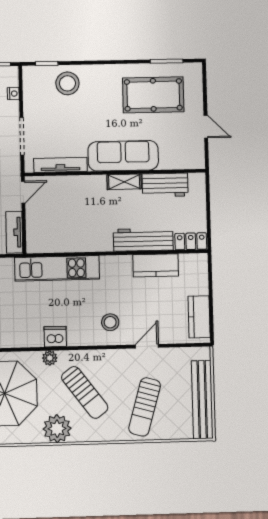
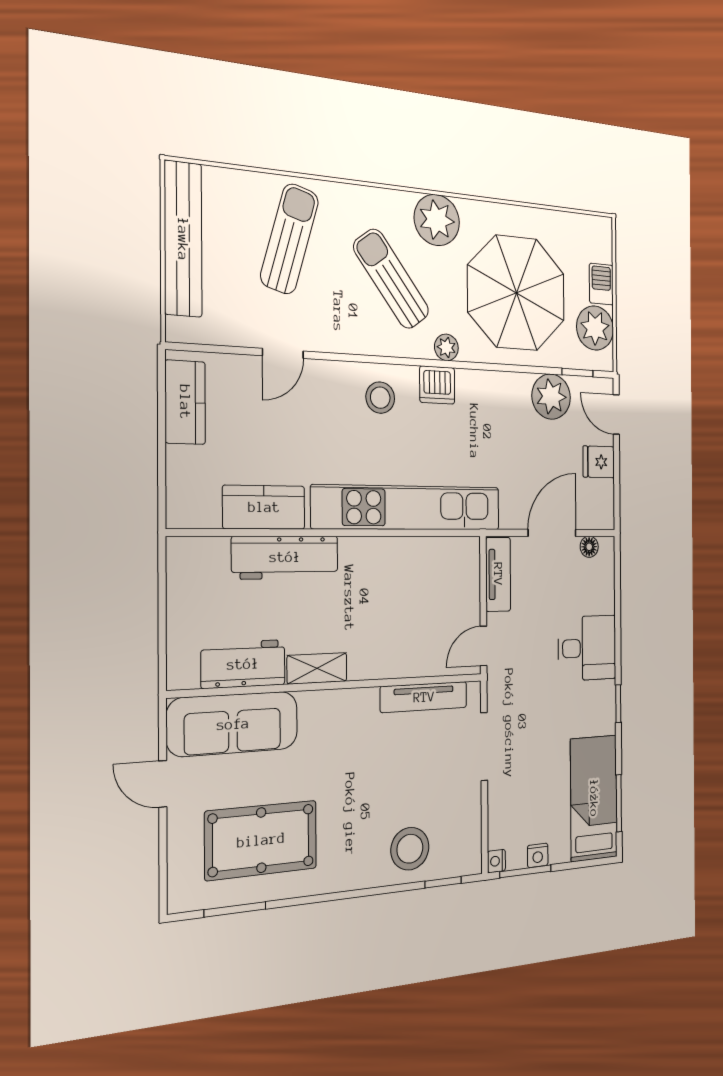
nightstand: (13, 94) -> (496, 861), moved
sofa: (123, 156) -> (233, 724), moved
locker: (191, 241) -> (197, 553), removed
kitchen unit: (57, 268) -> (408, 508), width x1.36
stool: (110, 322) -> (380, 398), moved

